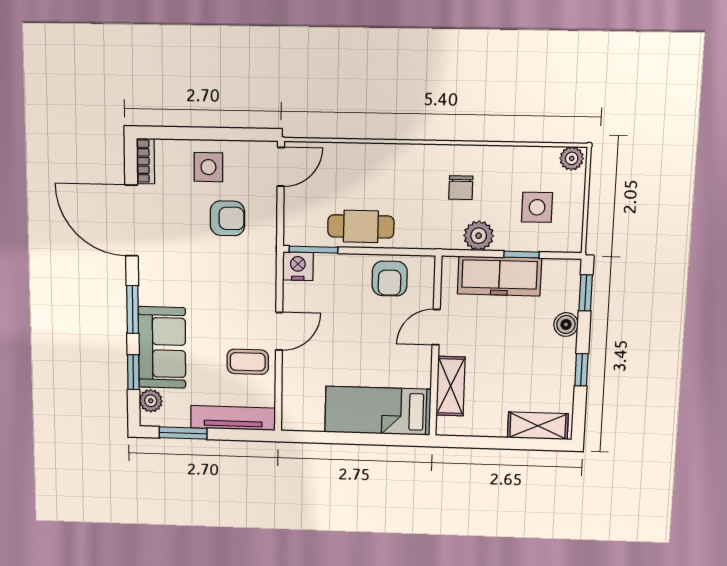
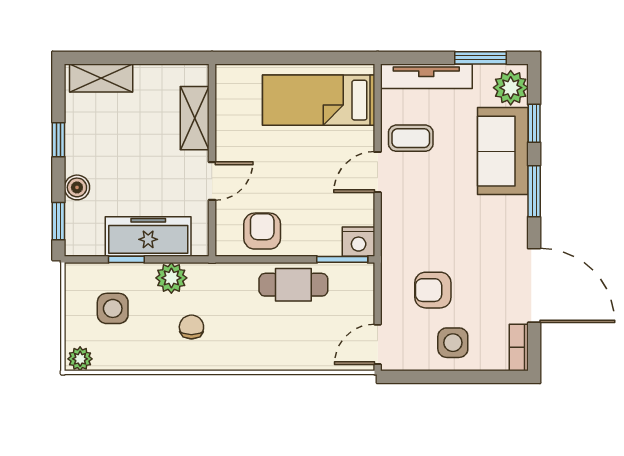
plant: (151, 401) -> (511, 88), width x1.38, depth x1.38
bed: (378, 411) -> (319, 100), moved, turned 180

